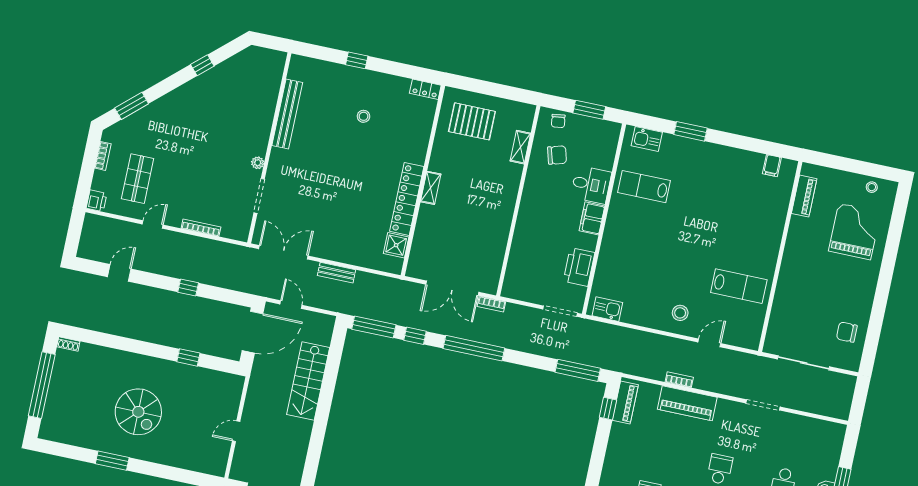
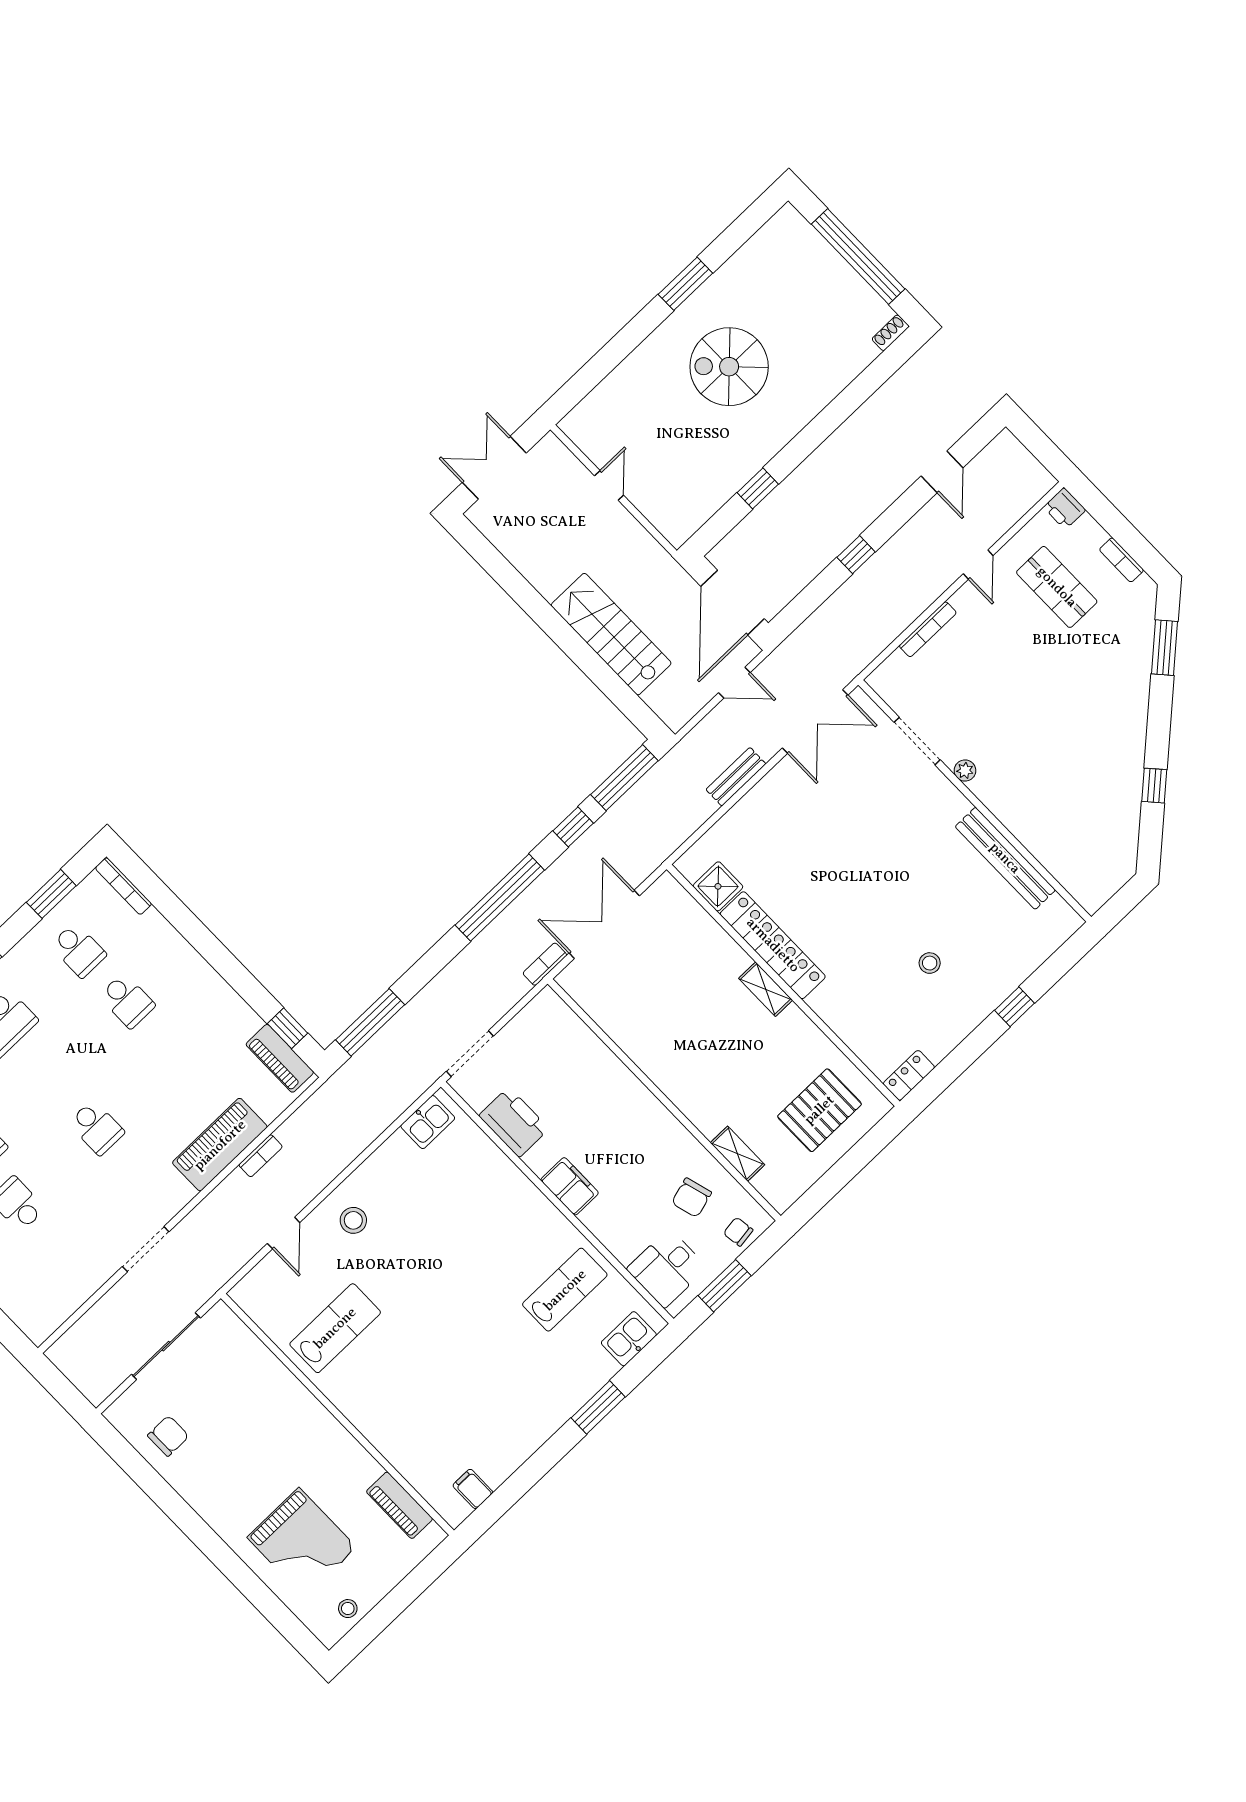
desk: (591, 185) -> (667, 1268), moved
lab bench: (739, 286) -> (335, 1328), turned 180

